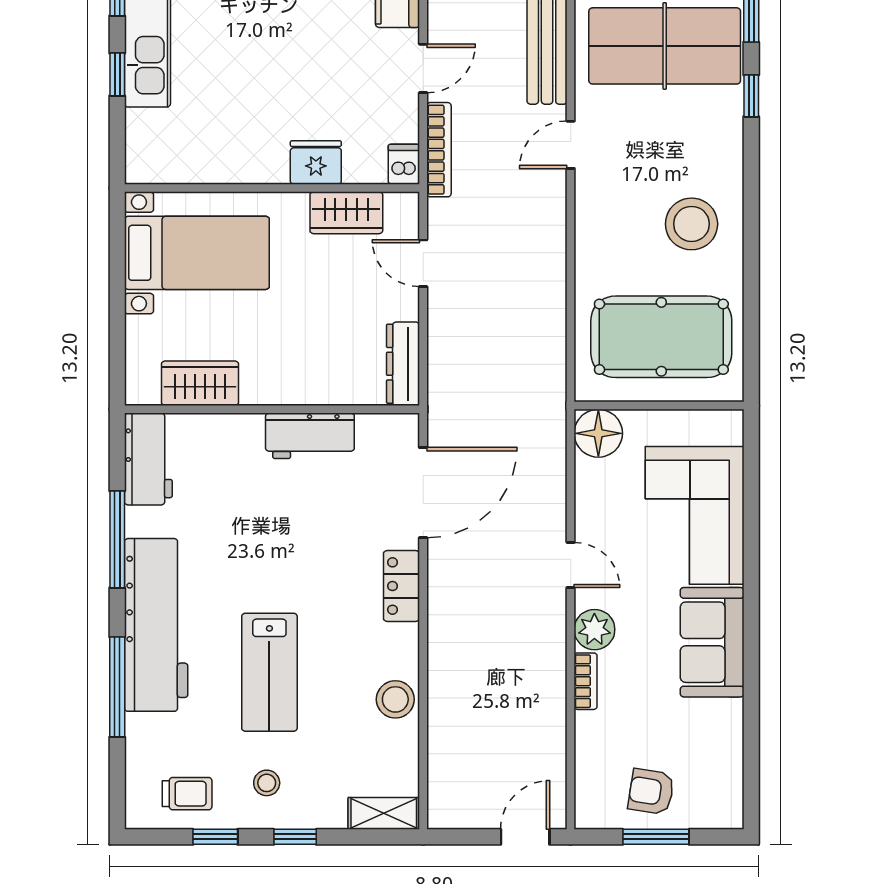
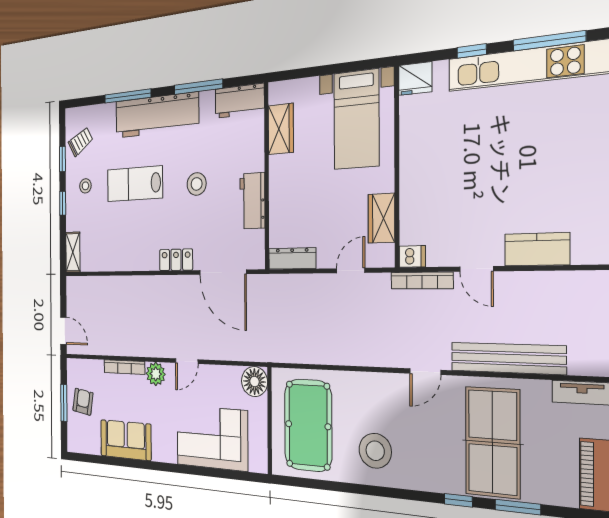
door: (571, 145) -> (425, 372), swing flipped
fridge: (316, 162) -> (415, 79), moved, turned 90
sofa: (712, 642) -> (126, 440), moved
bookcase: (586, 681) -> (124, 367), width x1.56
stool: (395, 699) -> (197, 184), moved
trolley: (187, 794) -> (81, 142), turned -121

